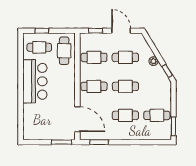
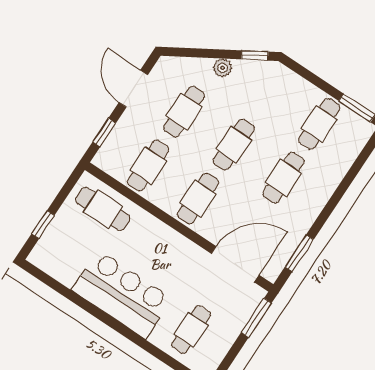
door: (121, 31) -> (133, 89), hinge flipped
cafe table: (39, 47) -> (191, 330), moved

